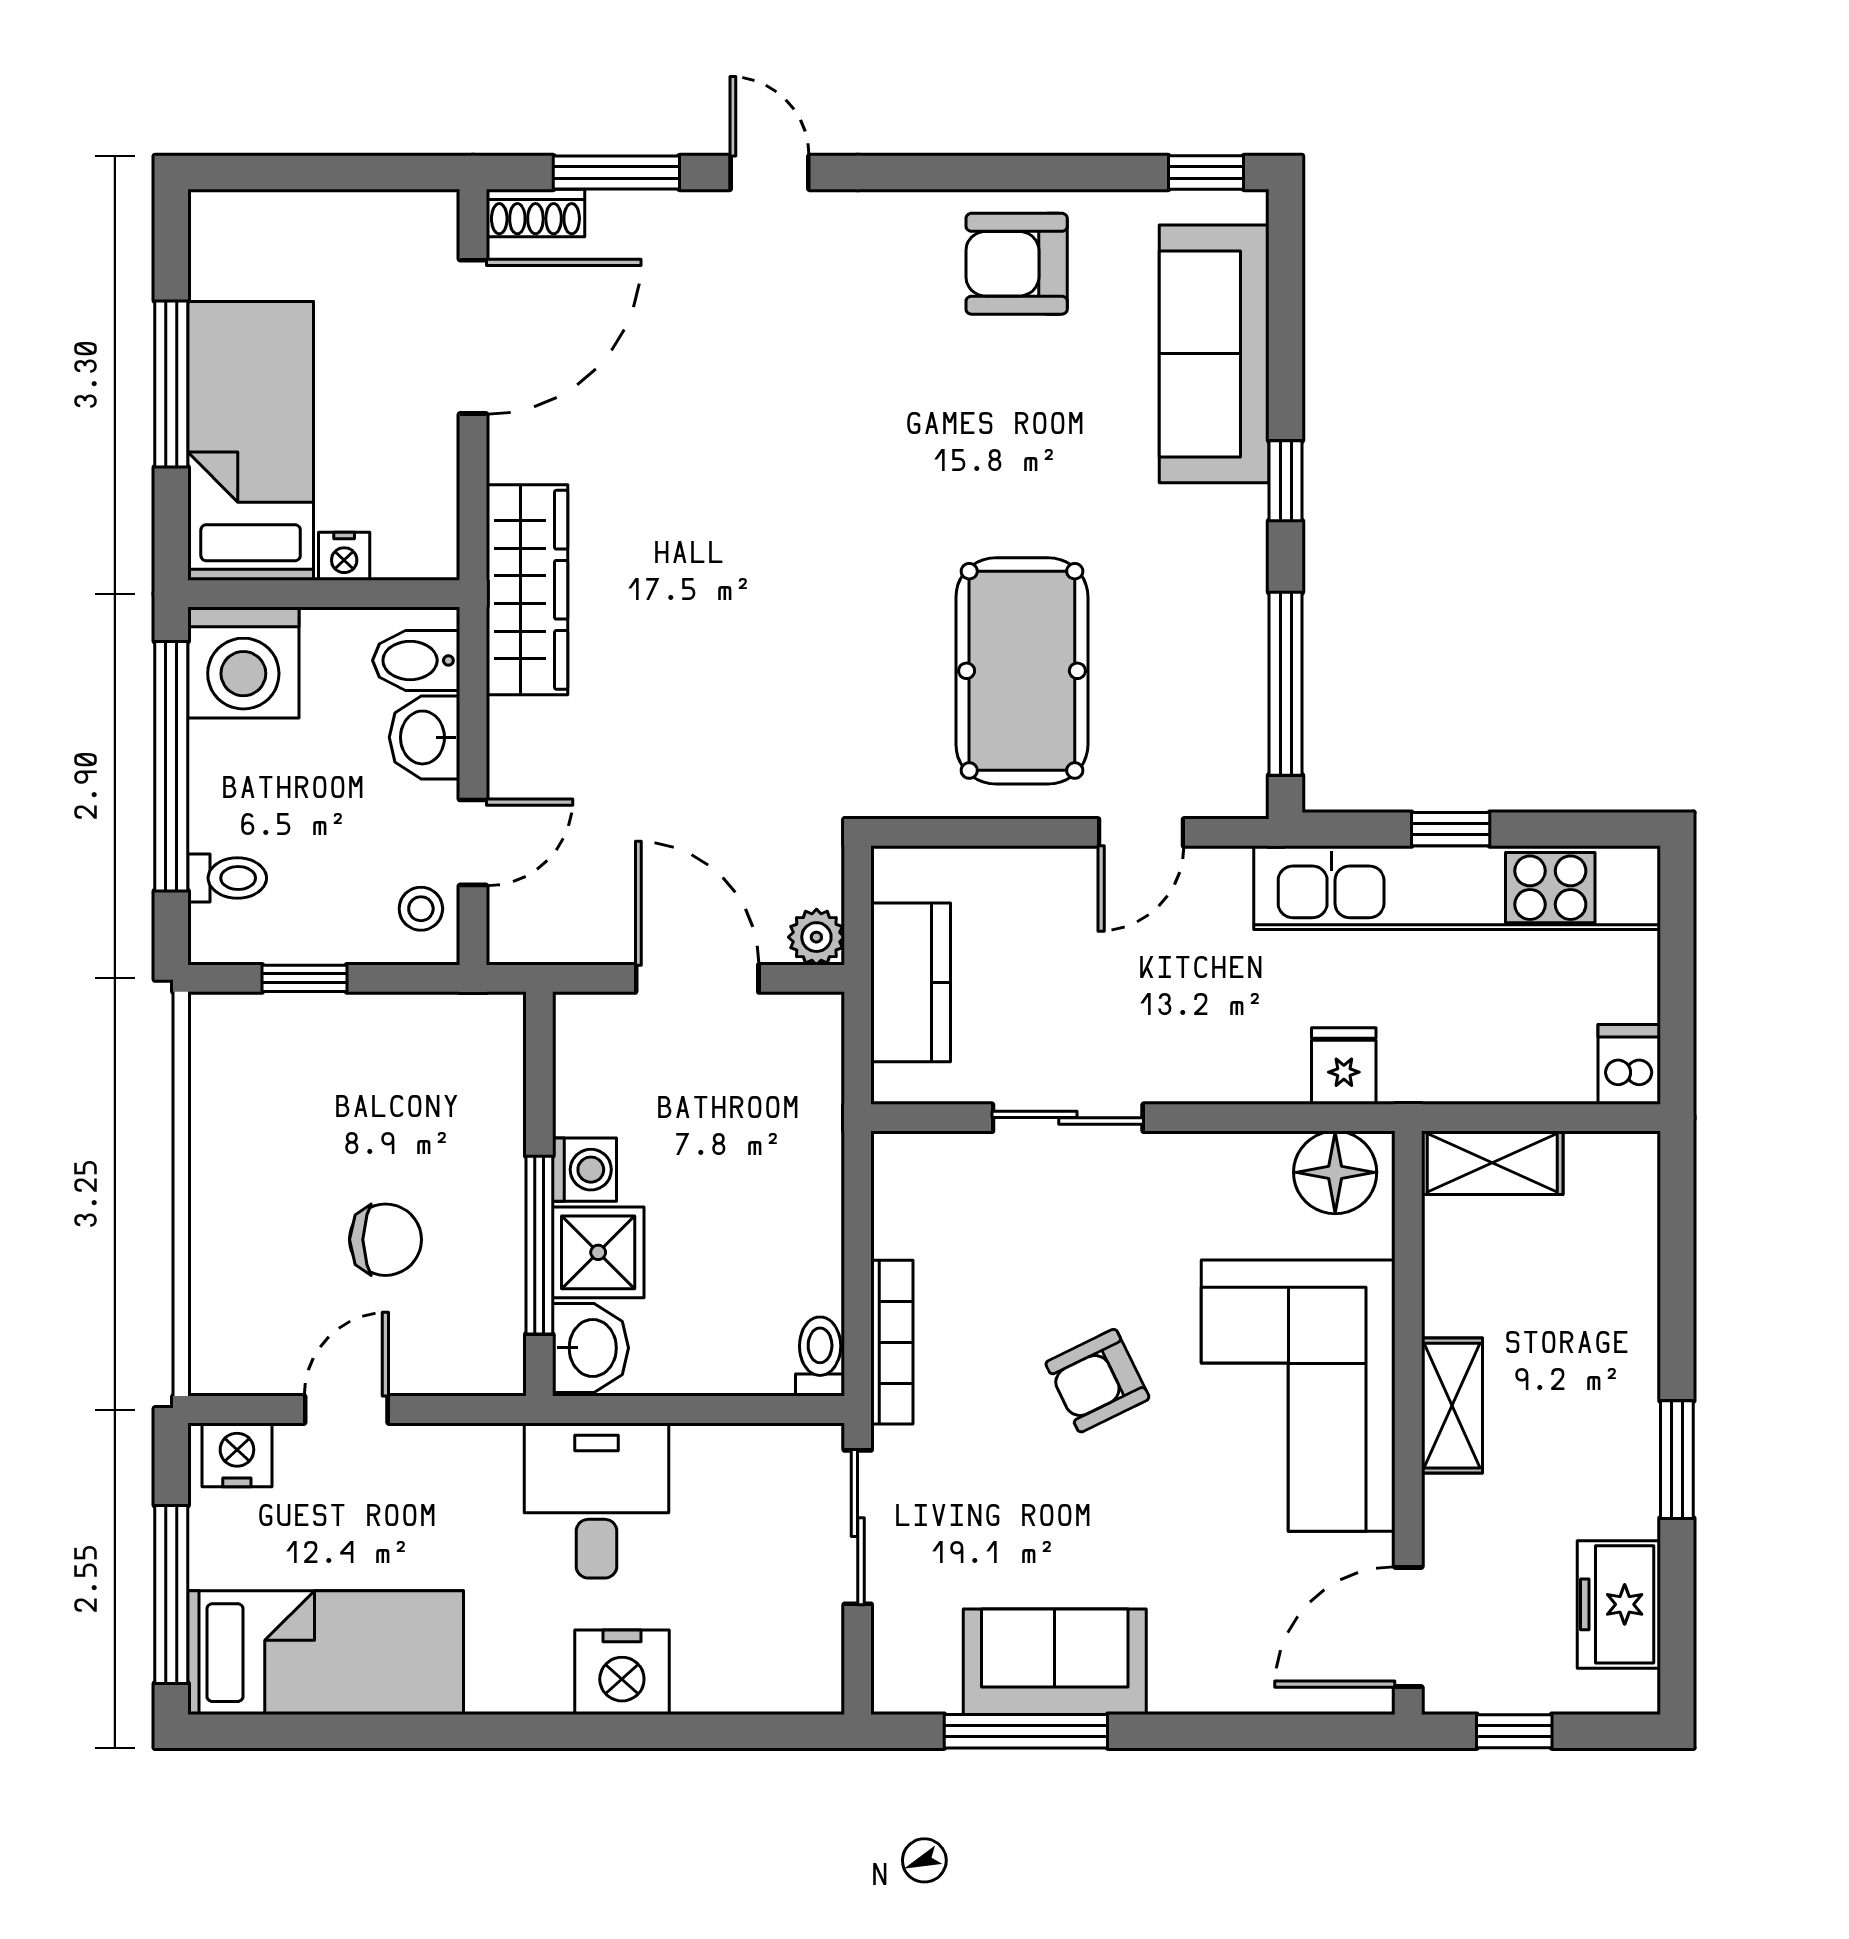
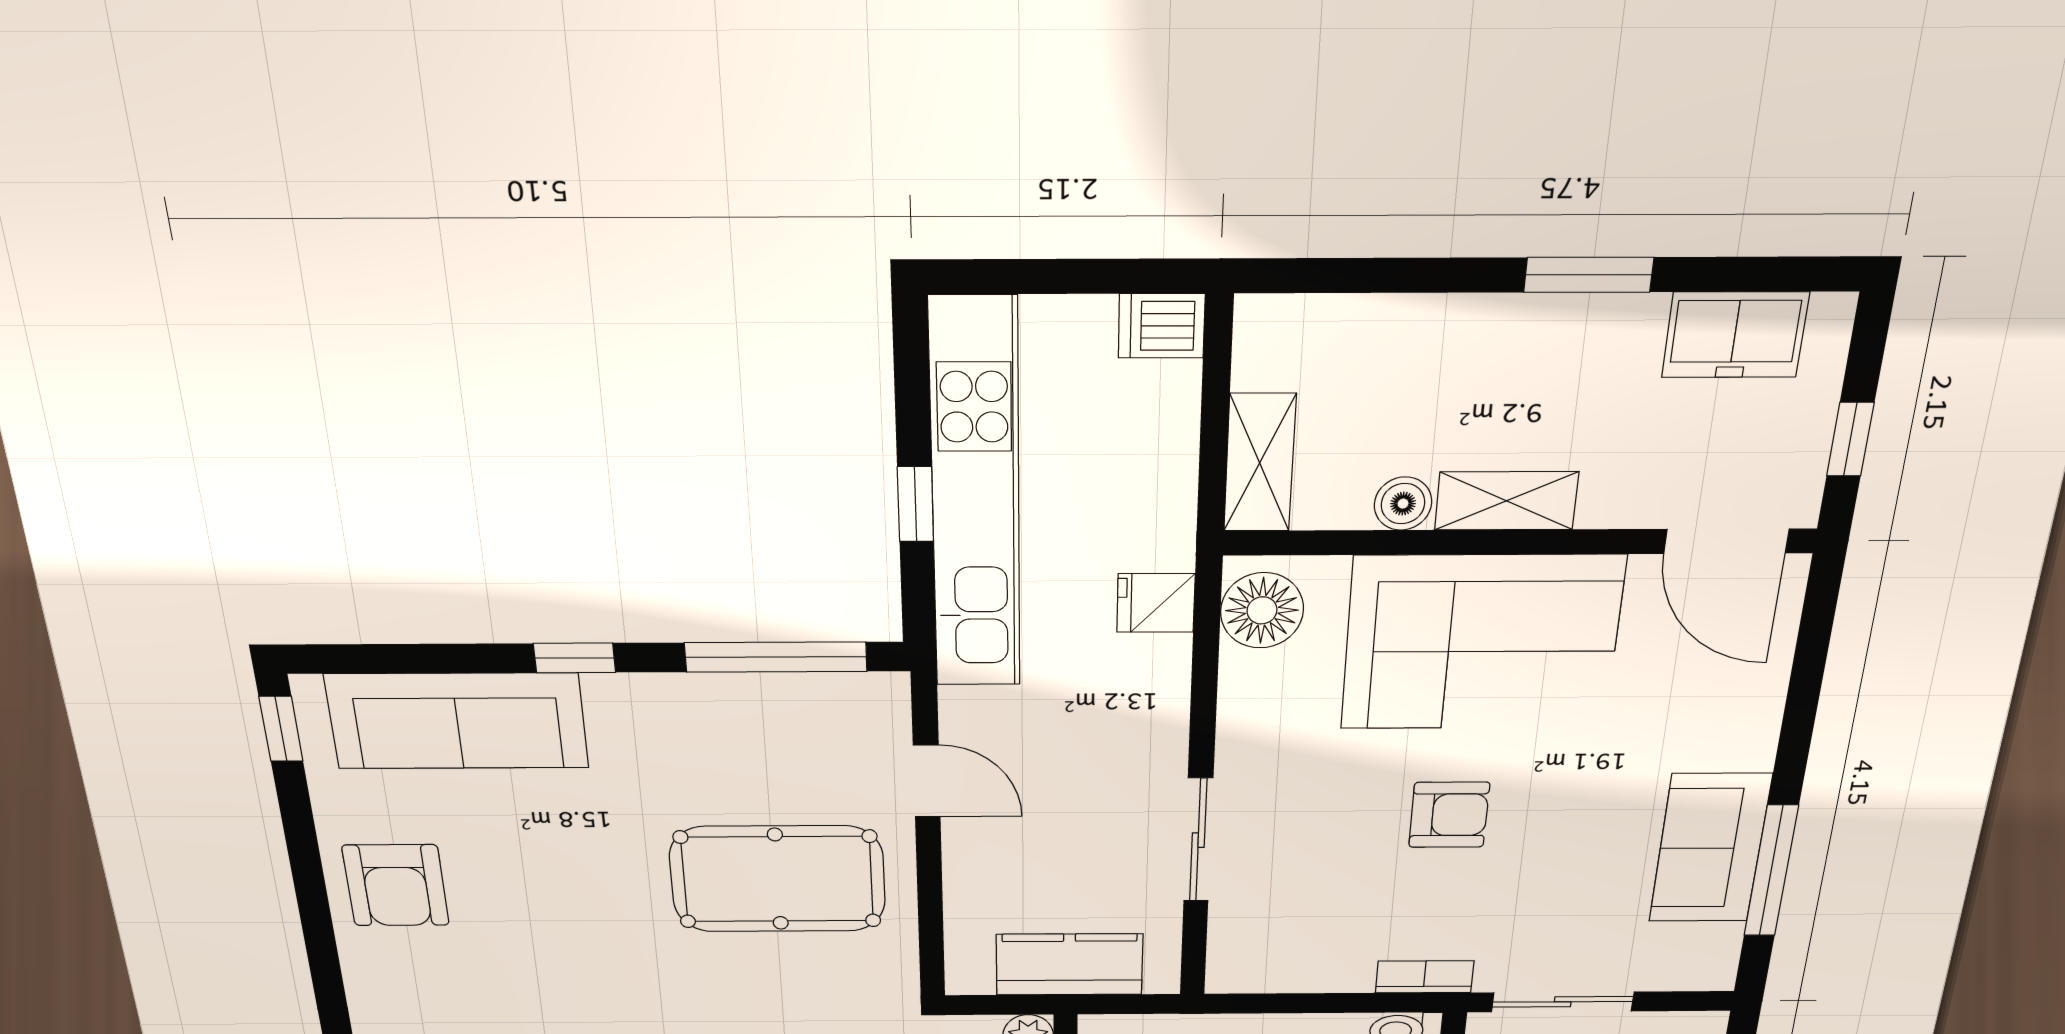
boiler: (1449, 1305) -> (1403, 504), added
bookcase: (892, 1342) -> (1425, 977), width x0.64
armchair: (1097, 1381) -> (1449, 815), turned -64

